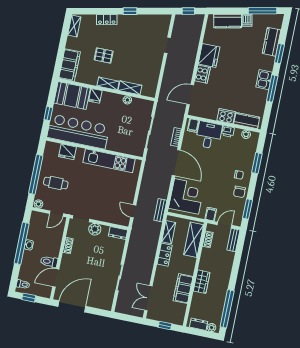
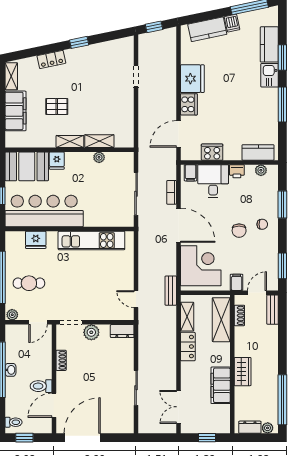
filing cabinet: (70, 65) -> (16, 111), moved
kitchen sink: (264, 80) -> (270, 75), moved
cooker: (226, 116) -> (212, 152), moved
chair: (239, 192) -> (239, 231), moved

